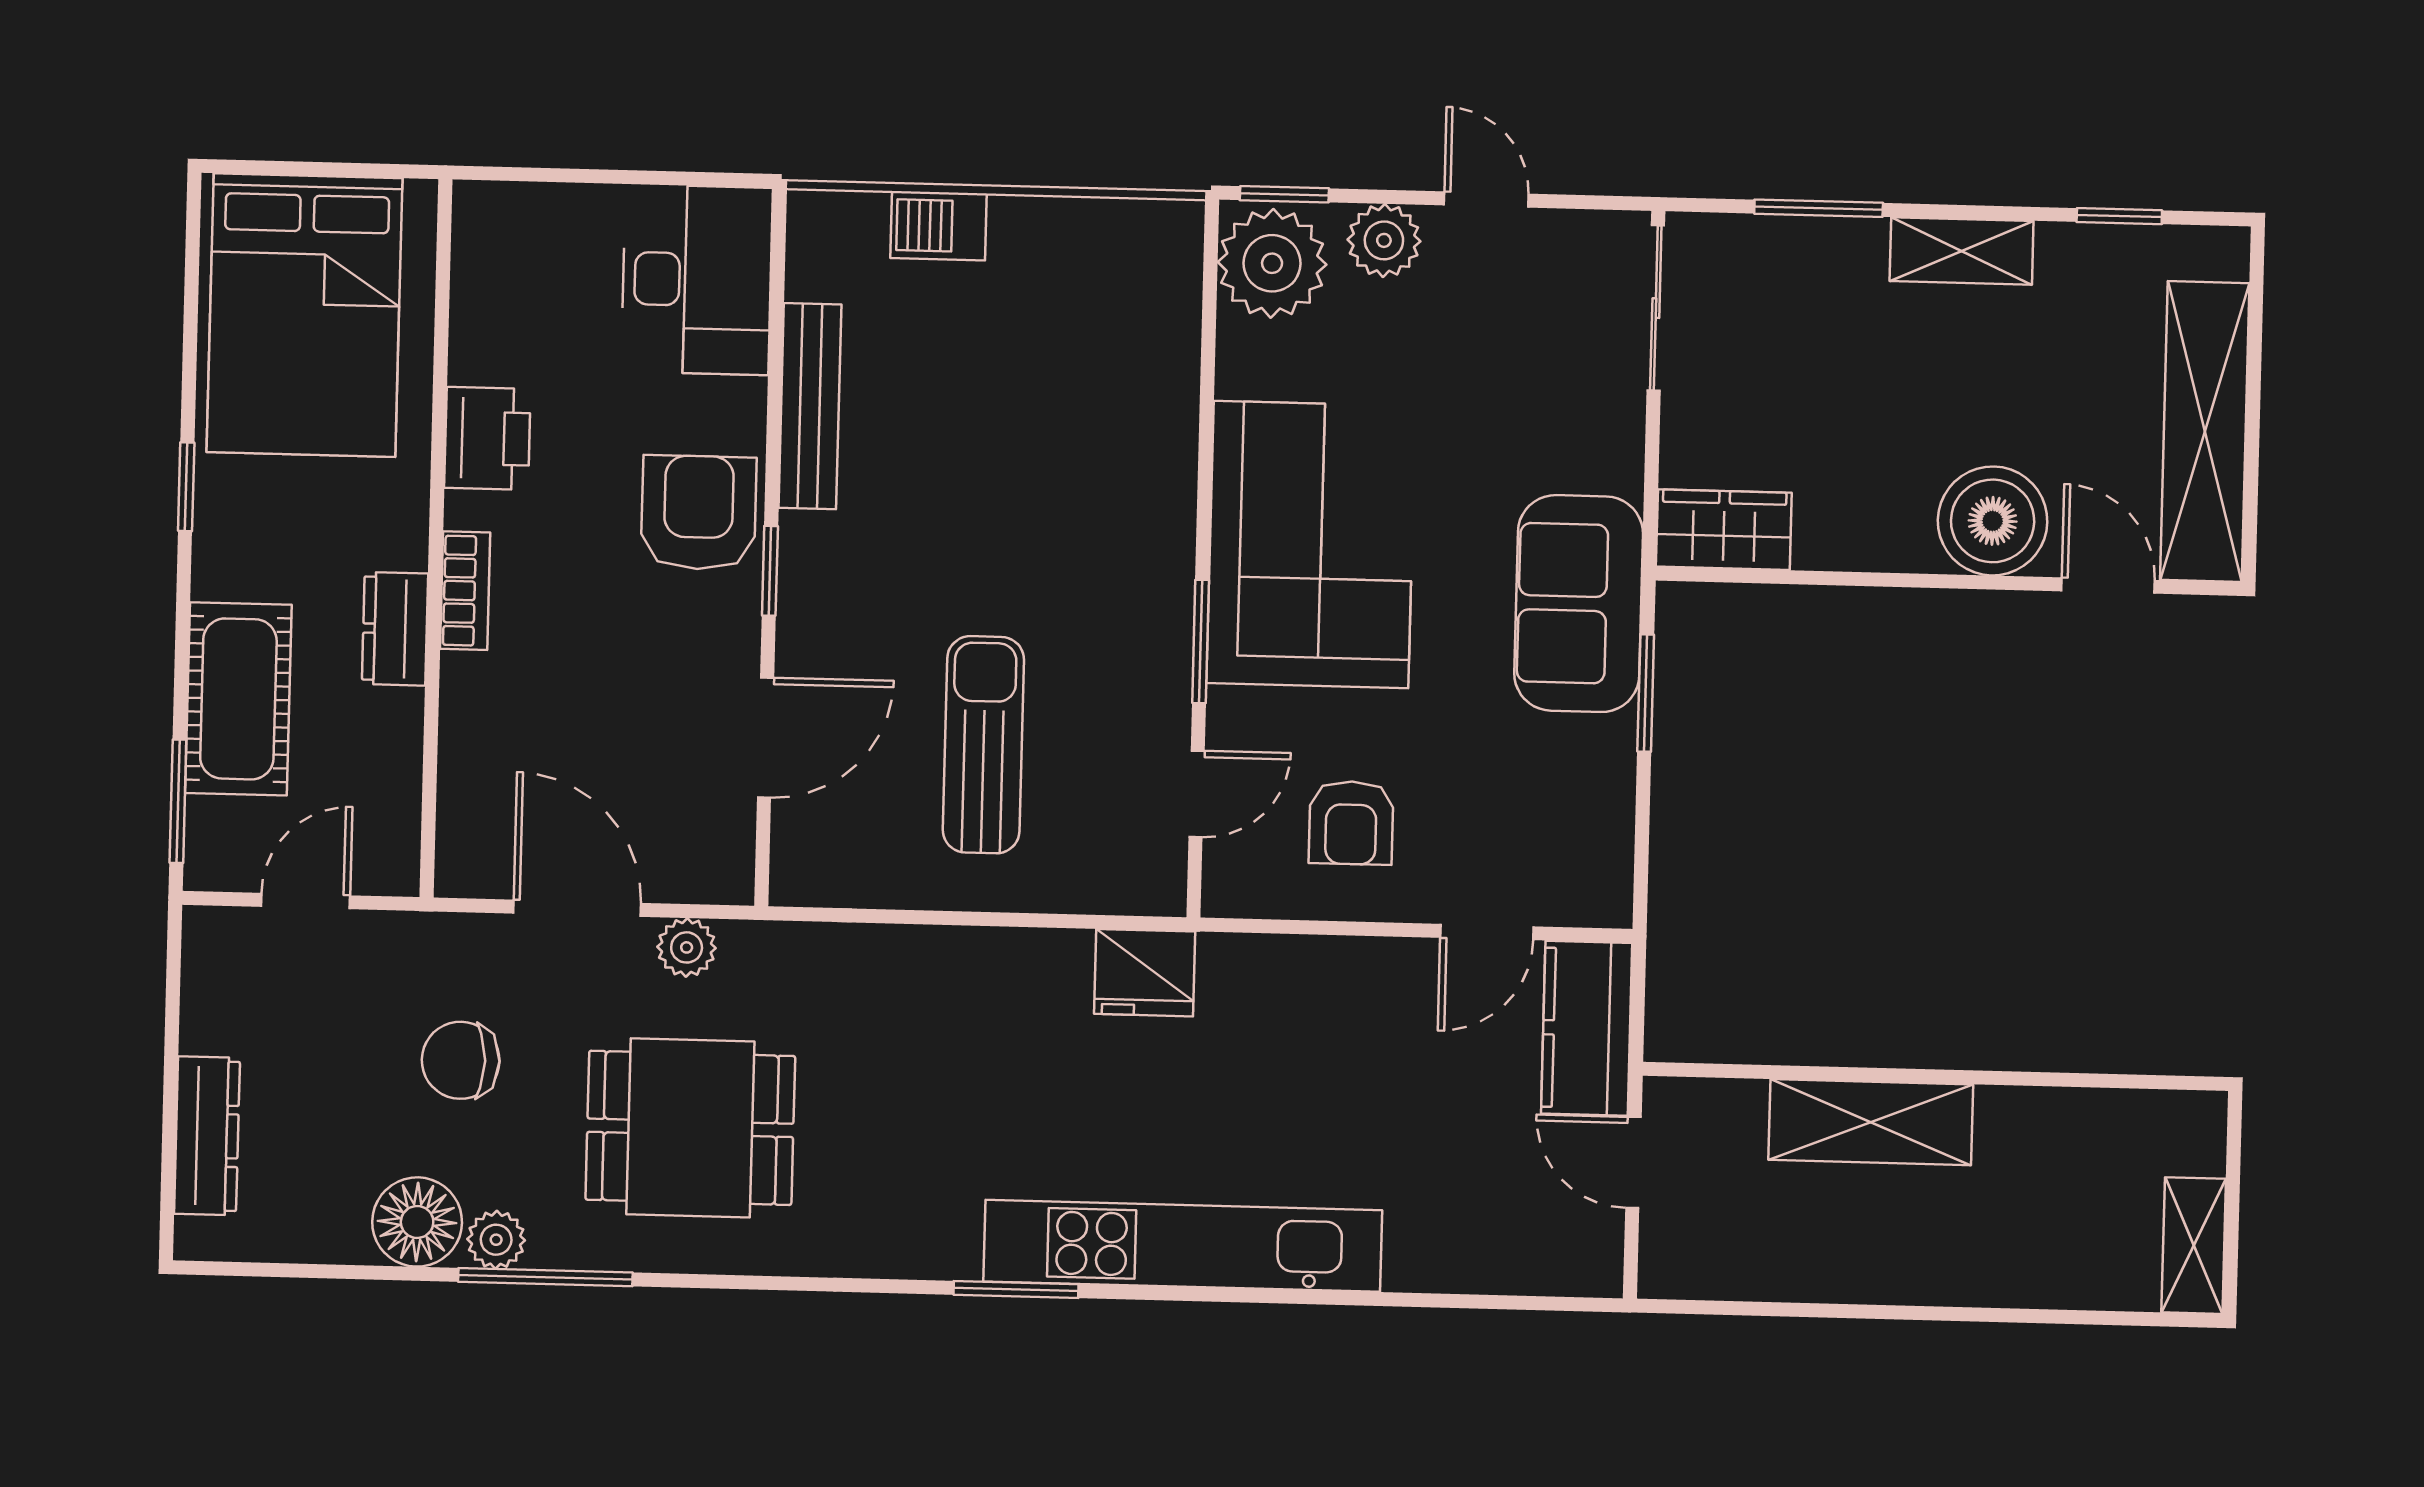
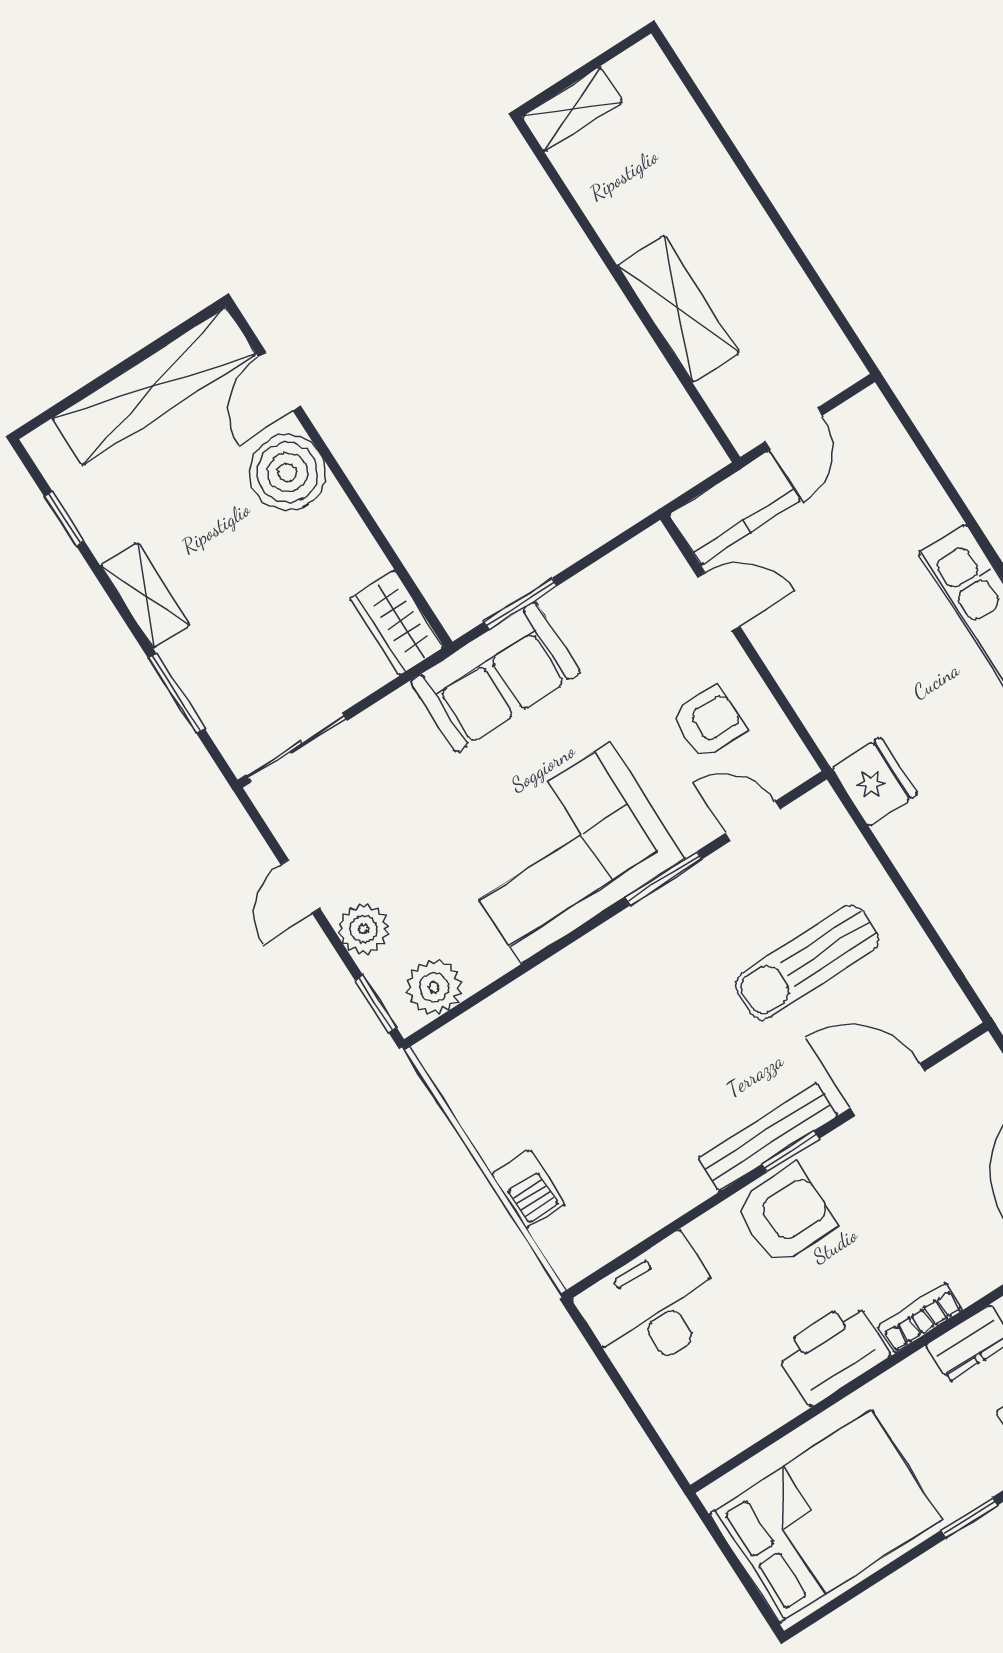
plant: (1272, 263) -> (434, 987), width x0.73, depth x0.73
bench: (810, 406) -> (768, 1137), moved
printer: (487, 438) -> (833, 1353), width x1.37, depth x1.19
armchair: (699, 513) -> (785, 1215), turned 180
shelving: (2194, 1246) -> (572, 109), moved

